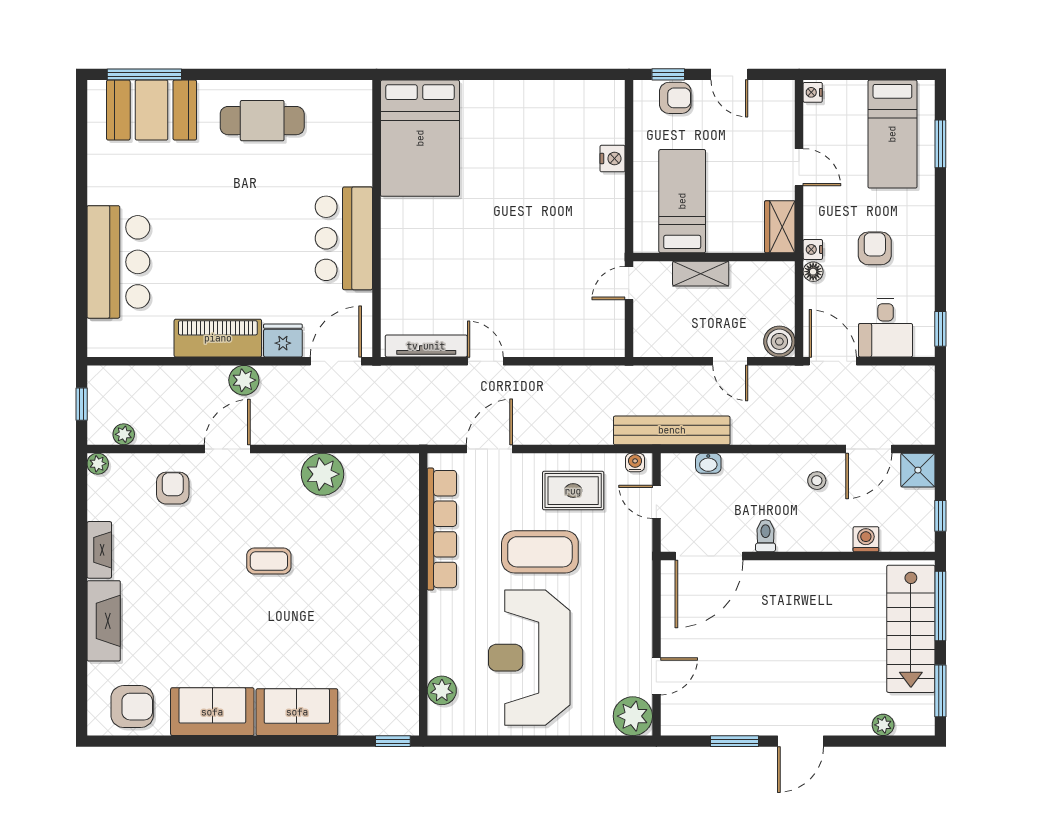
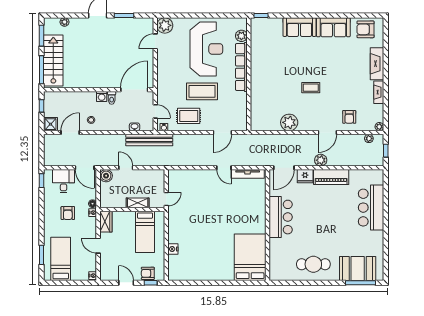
row of seats: (442, 529) -> (241, 67), moved
washing machine: (866, 539) -> (102, 96), moved

